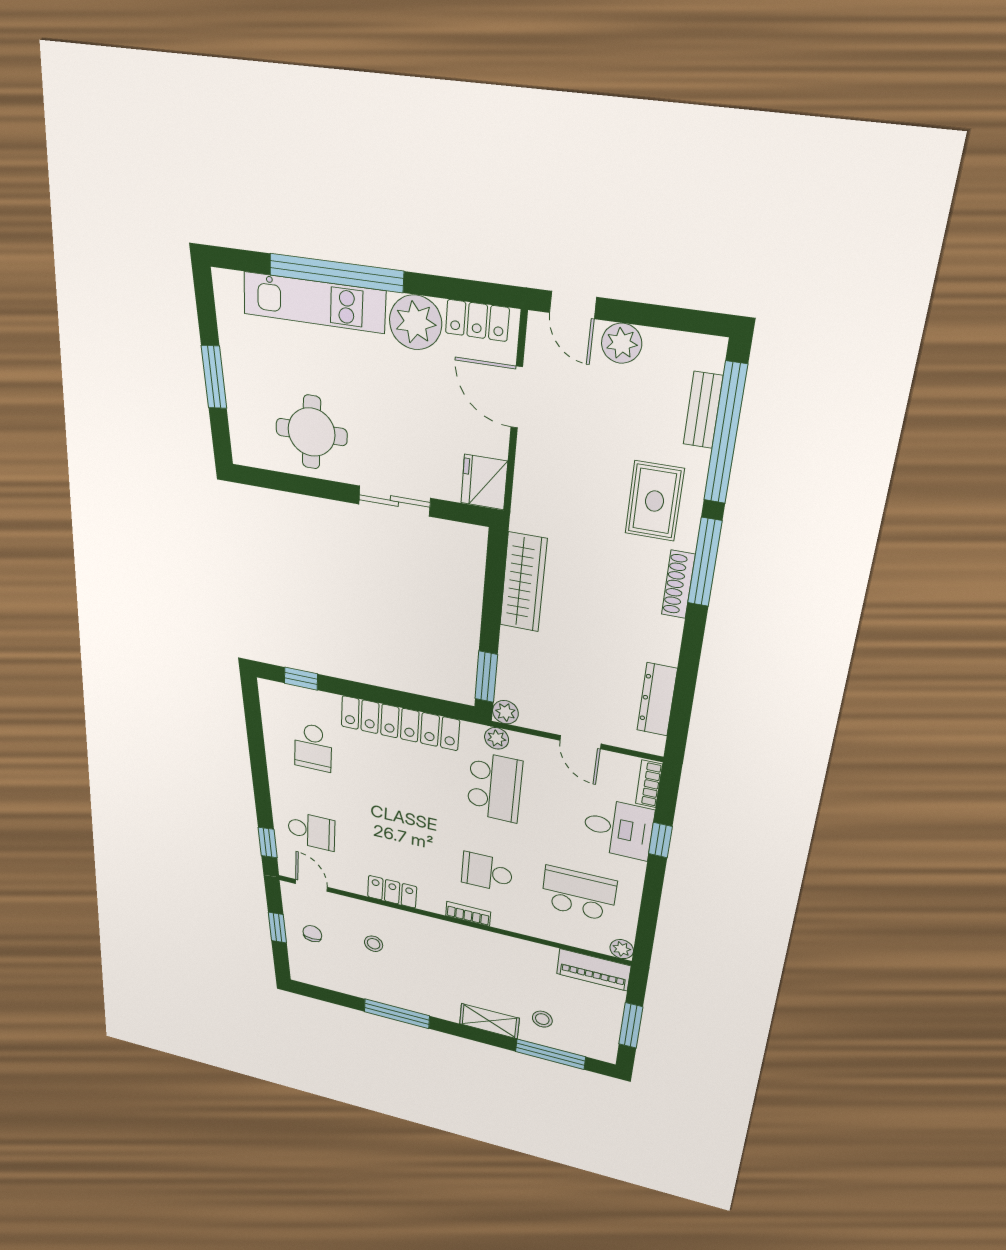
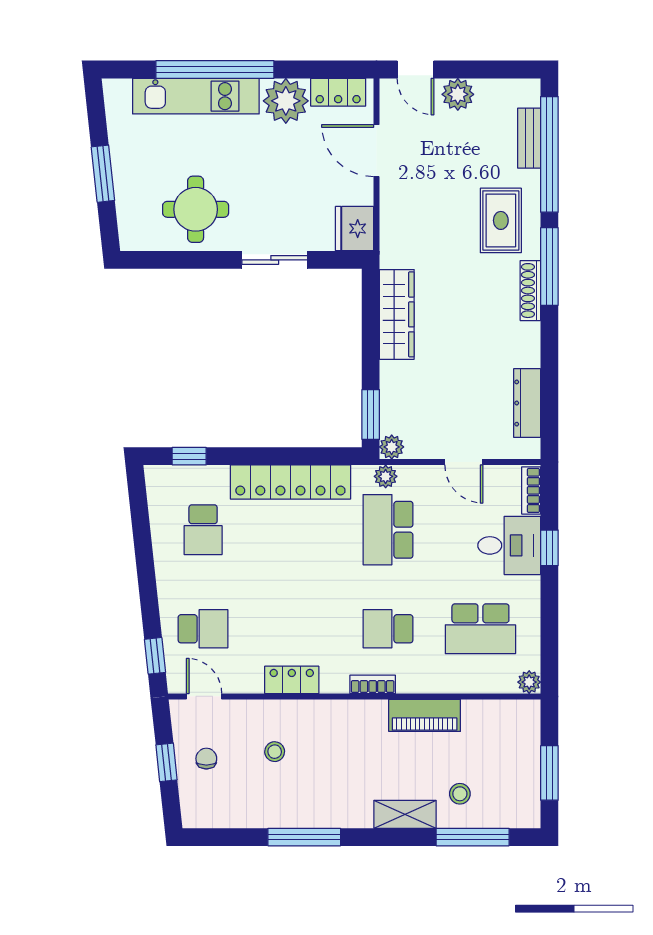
school desk: (495, 787) -> (388, 530), turned 180
school desk: (579, 894) -> (480, 629), turned 180
piano: (594, 970) -> (425, 715), moved

